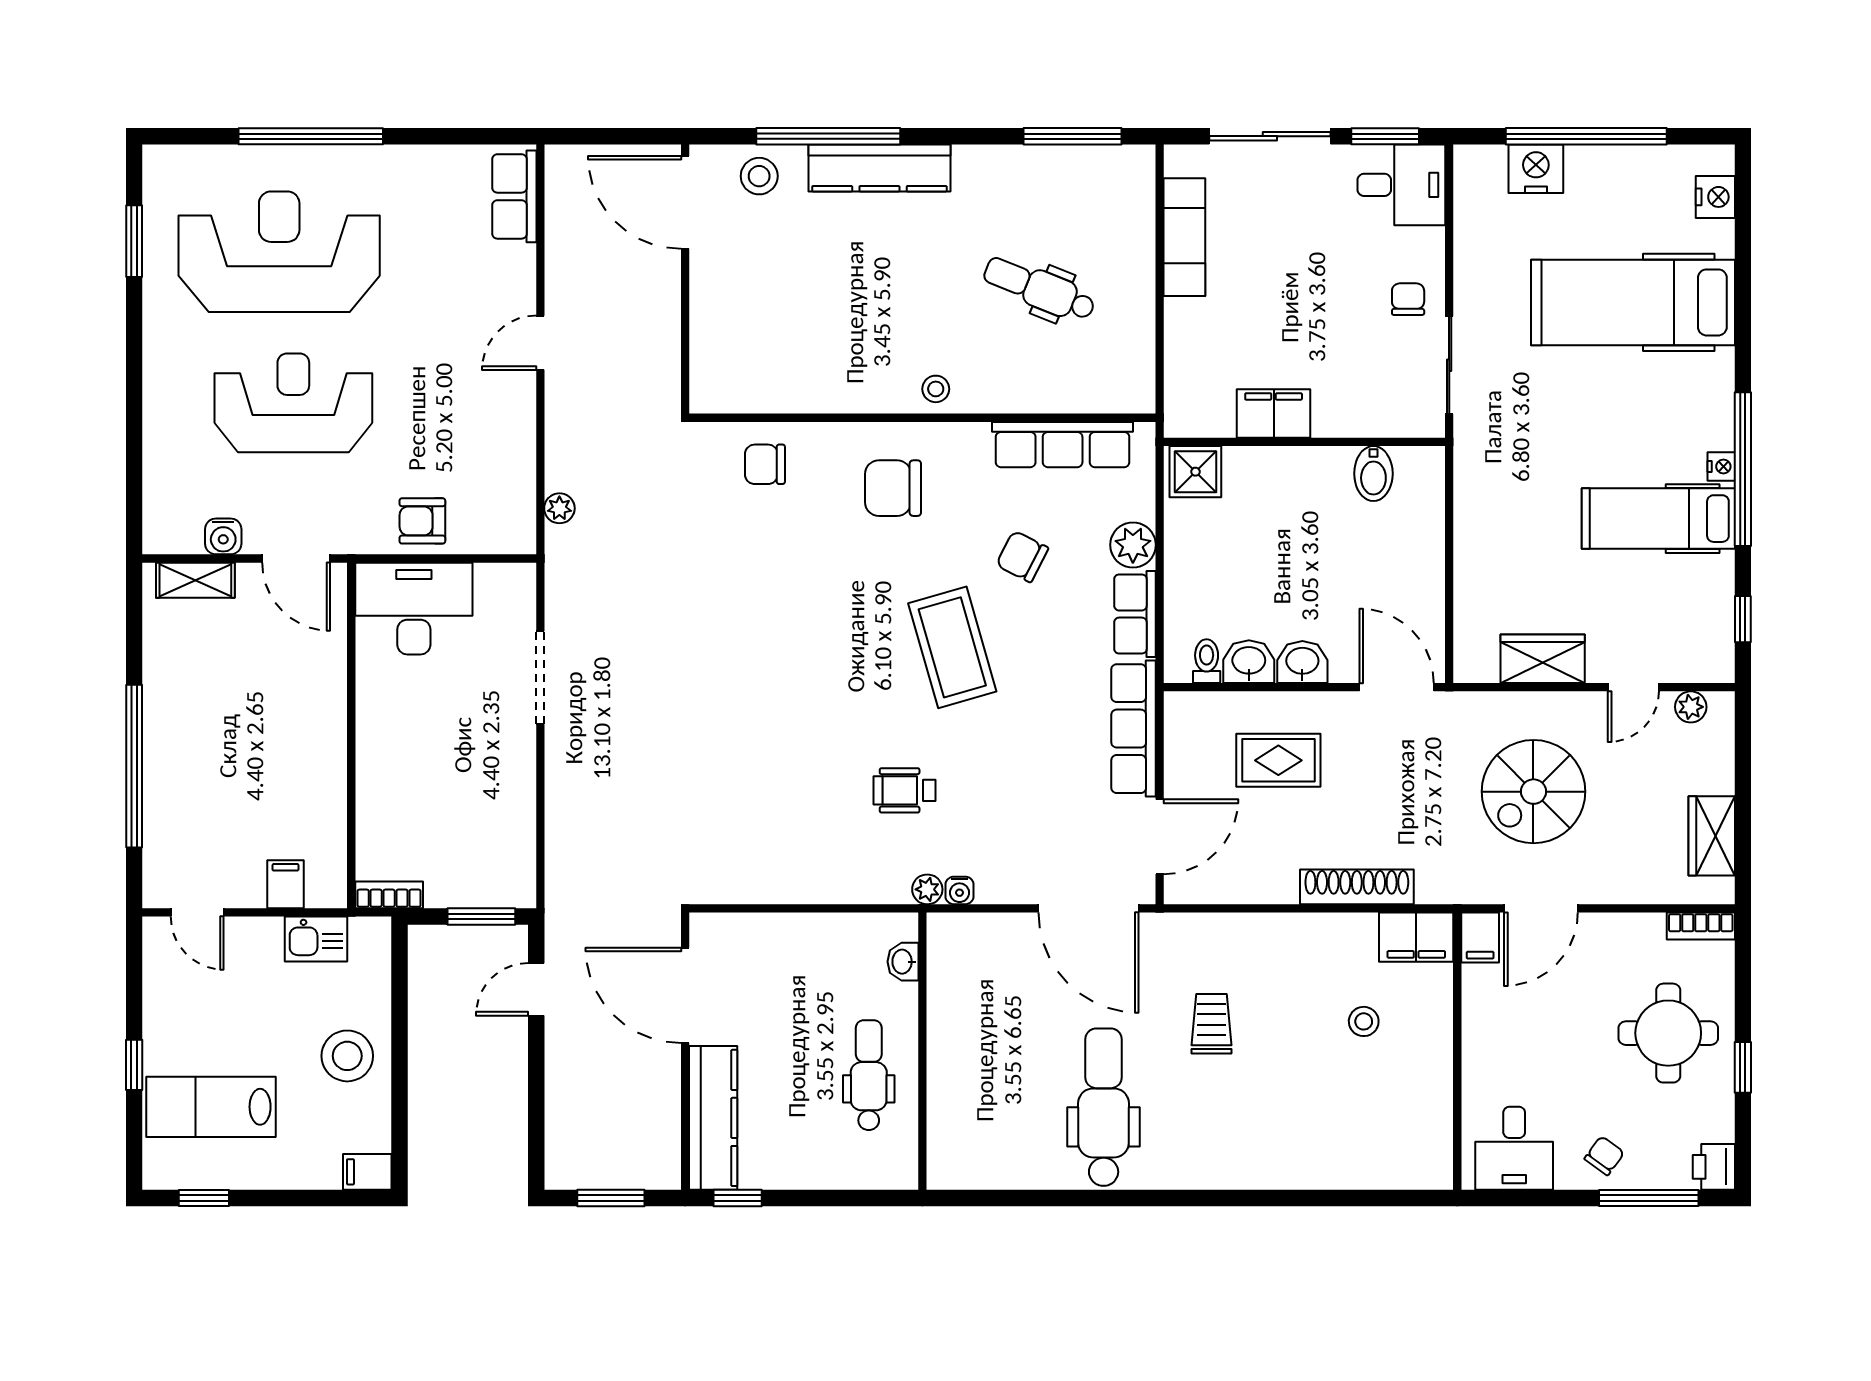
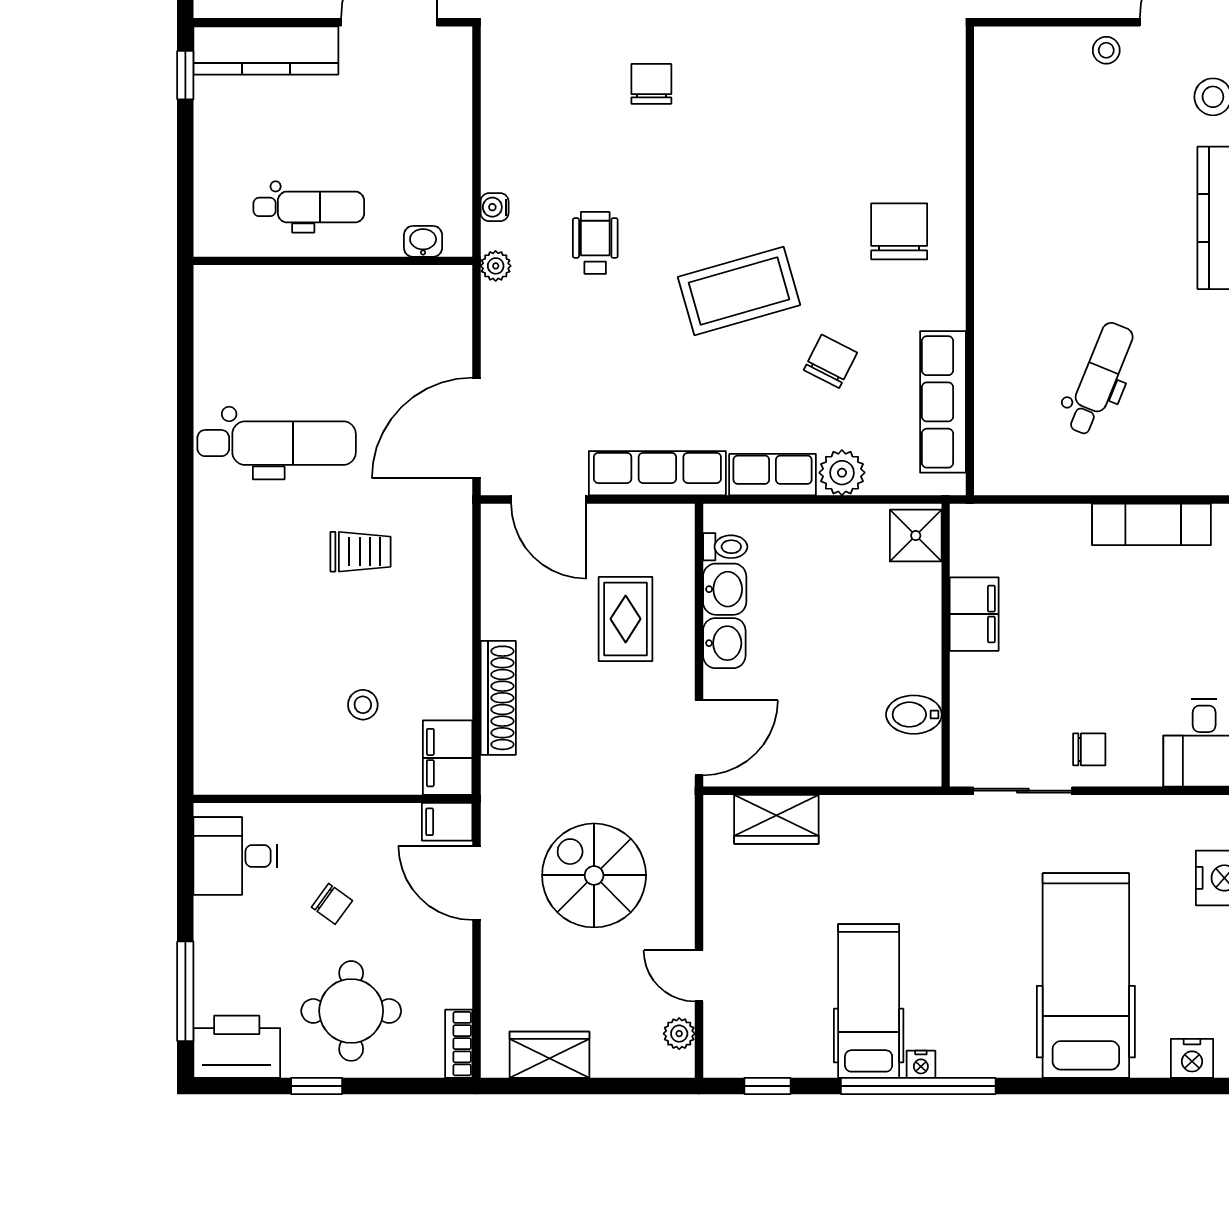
stool: (936, 389) -> (1106, 50), moved
chair: (765, 464) -> (651, 84), moved
wardrobe: (1543, 659) -> (776, 819), moved, turned 90
water cooler: (960, 890) -> (495, 207), moved
chair: (1604, 1156) -> (332, 904), moved
printer: (1714, 1167) -> (237, 1047), width x1.87, depth x1.48

